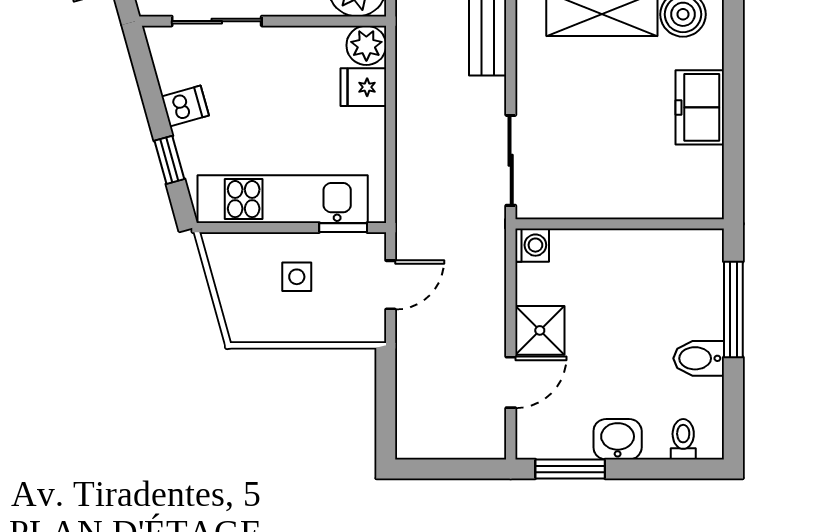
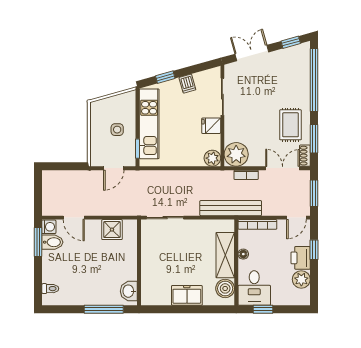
fridge: (363, 87) -> (211, 126), moved, turned -90
washing machine: (532, 245) -> (49, 227), moved, turned -90
door: (391, 285) -> (114, 168), hinge flipped
shower: (540, 330) -> (112, 230), moved
bidet: (699, 358) -> (52, 242), moved, turned 90
washbasin: (618, 439) -> (129, 291), moved, turned 180

